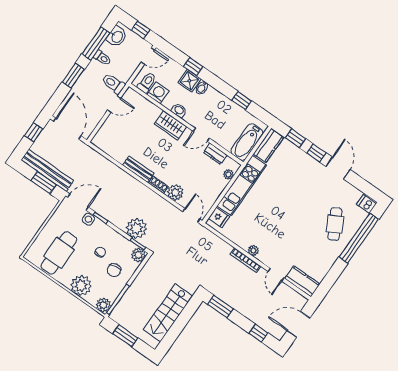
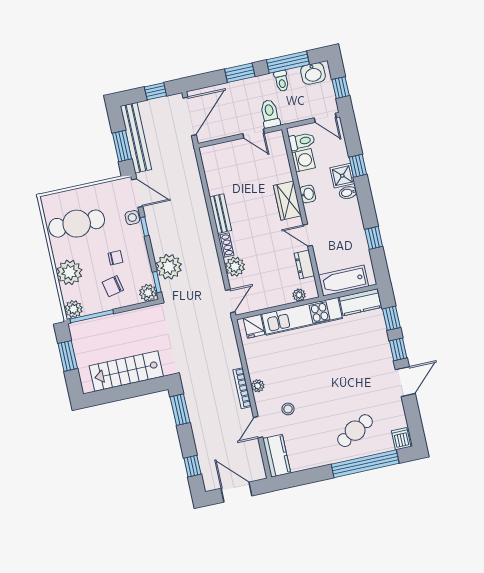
stool: (284, 248) -> (288, 409), added

